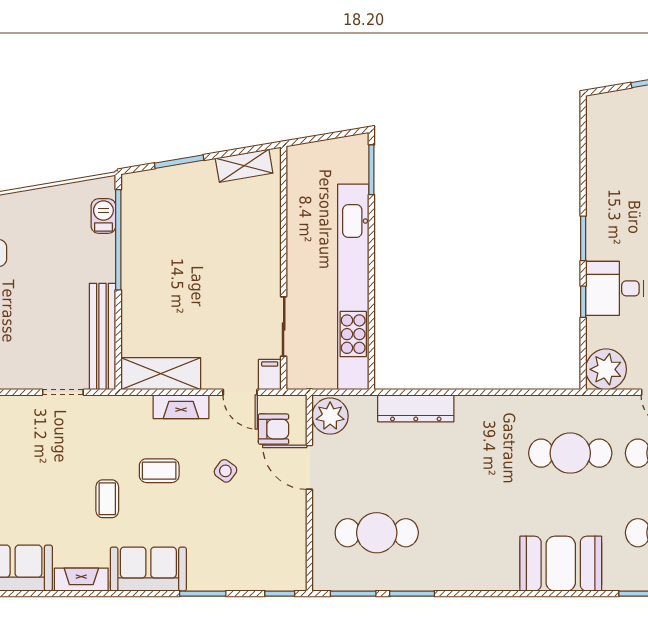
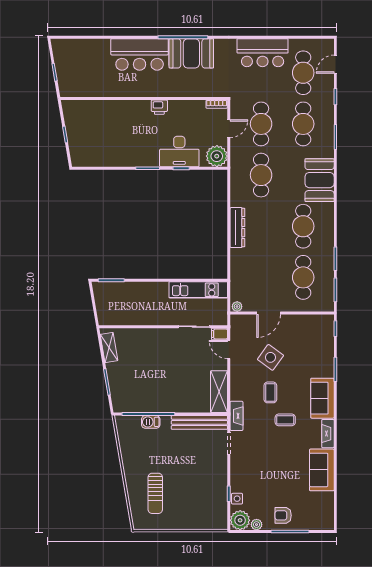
barbecue: (103, 216) -> (151, 422), moved
kitchen unit: (353, 287) -> (198, 290), width x0.54
desk: (615, 288) -> (179, 152), width x1.37
door: (240, 392) -> (229, 350), swing flipped
fireplace: (181, 407) -> (237, 416), moved
dresser: (416, 408) -> (237, 228), moved
plant: (330, 416) -> (237, 307), width x0.53, depth x0.53
armchair: (273, 429) -> (248, 332), removed
side table: (225, 471) -> (270, 357), width x1.87, depth x1.87
cafe table: (473, 533) -> (303, 226), added

